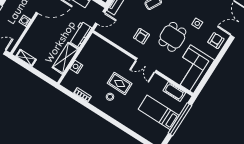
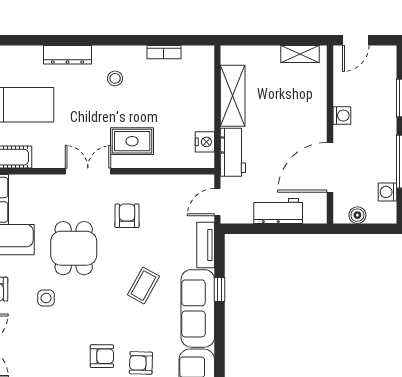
nightstand: (76, 67) -> (205, 142), moved
rug: (120, 83) -> (132, 141), moved
dresser: (123, 119) -> (68, 55), added

